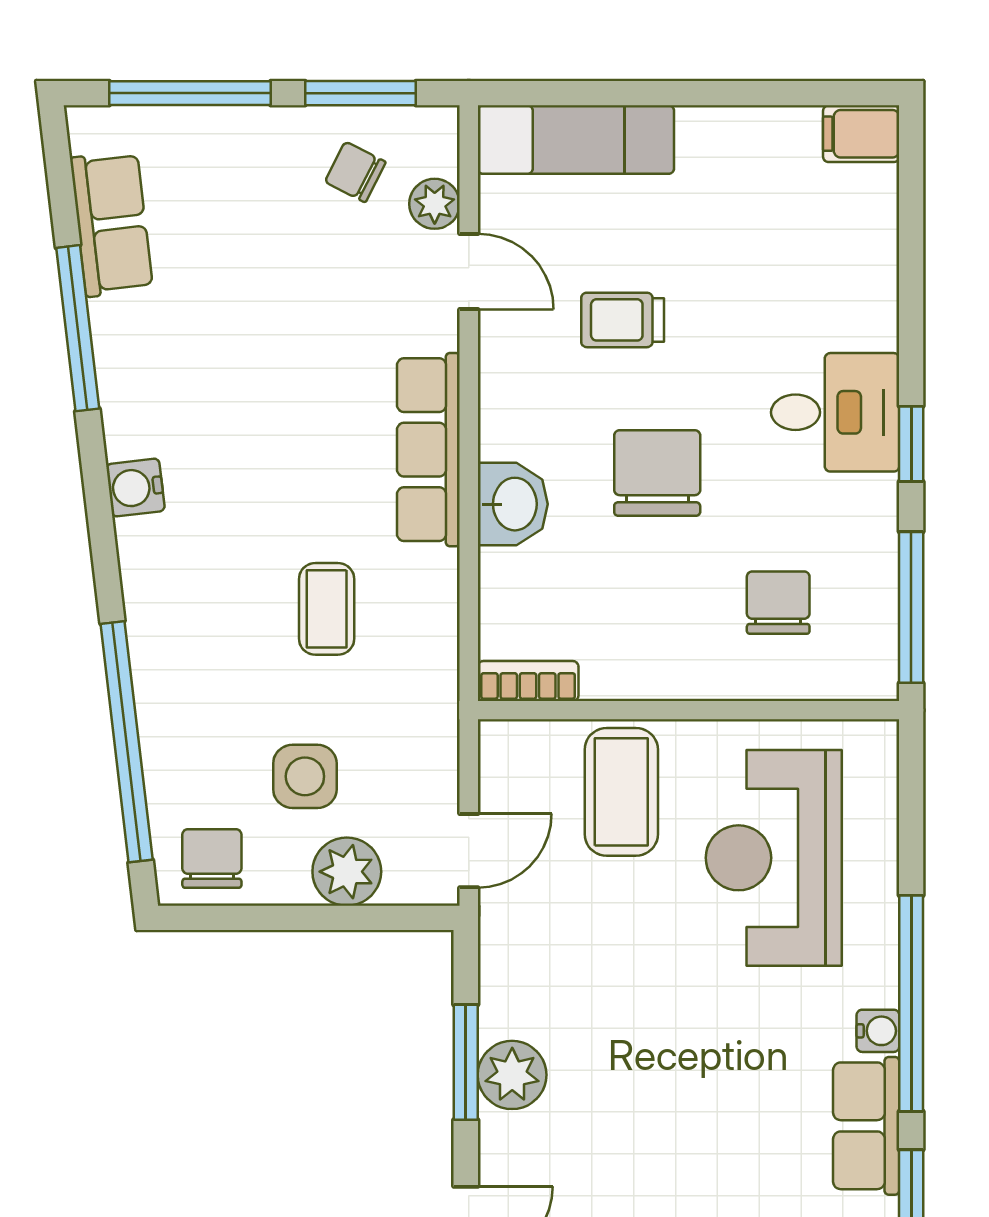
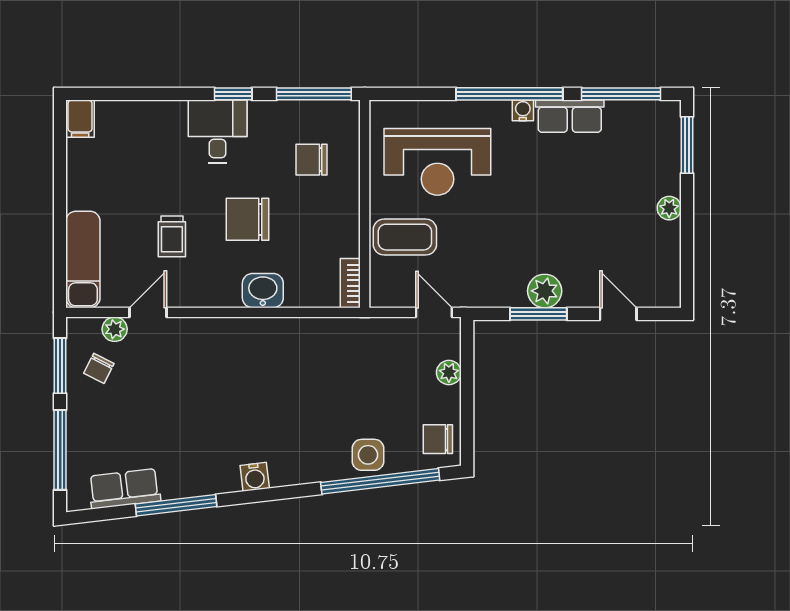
row of seats: (428, 450) -> (236, 332), removed
coffee table: (327, 609) -> (315, 382), removed
side table: (305, 776) -> (368, 455), moved
plant: (347, 872) -> (449, 373), width x0.73, depth x0.73

